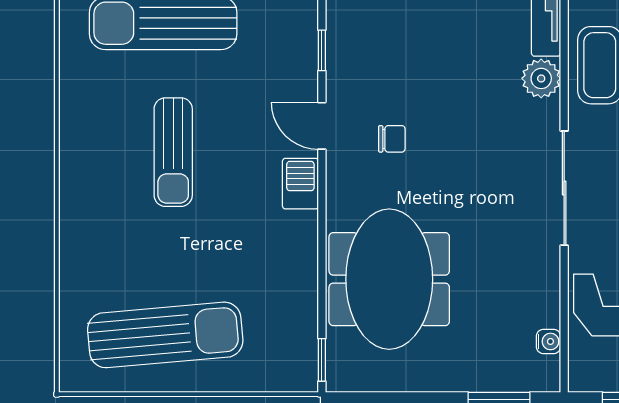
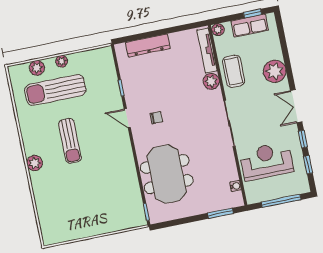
barbecue: (300, 184) -> (123, 143), removed
plant: (77, 188) -> (35, 163), added
sun lounger: (165, 335) -> (82, 215), removed

